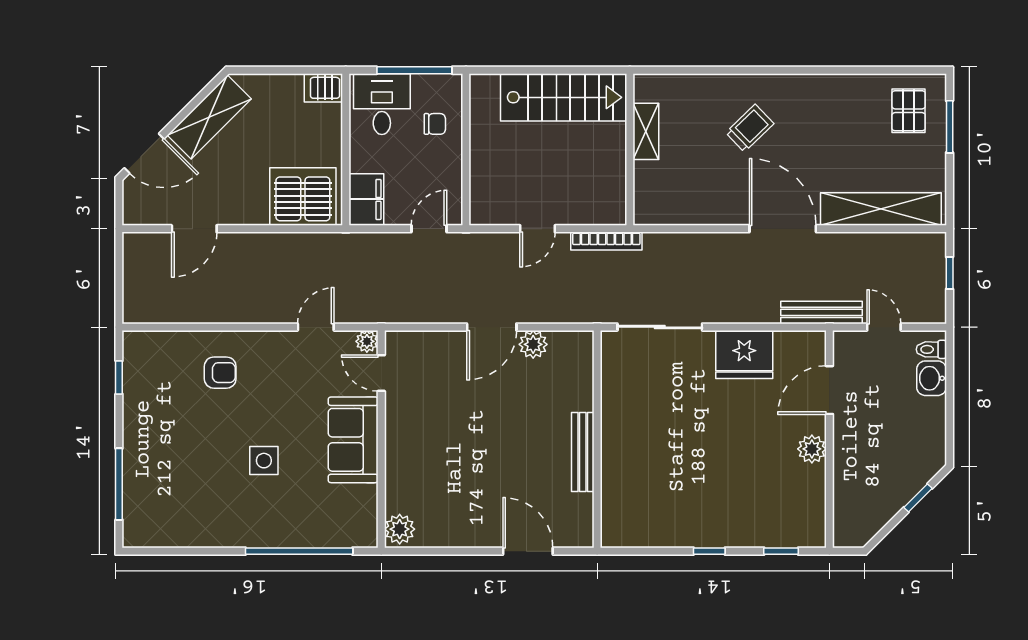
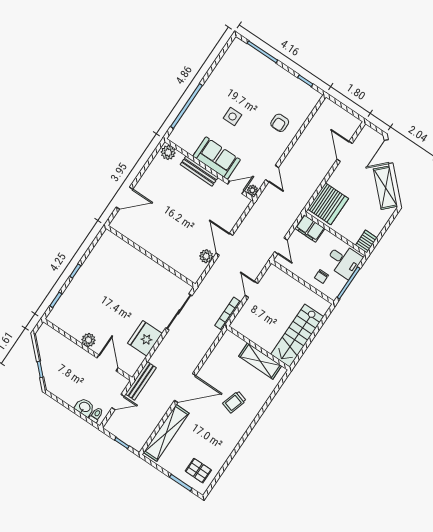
trolley: (750, 128) -> (234, 402), turned 61
shelving: (646, 131) -> (260, 361), width x1.50, depth x1.33
bench: (583, 452) -> (199, 171), moved

